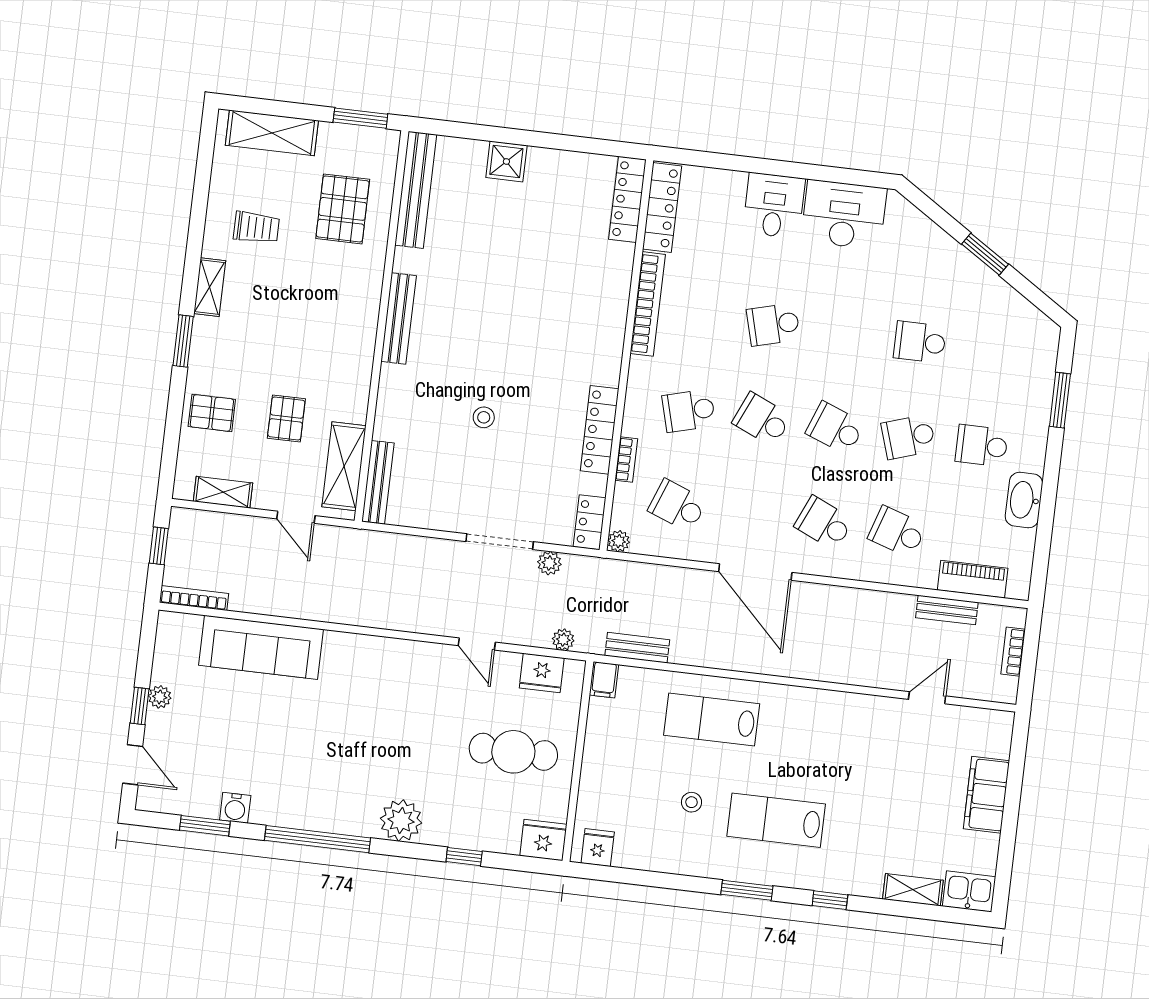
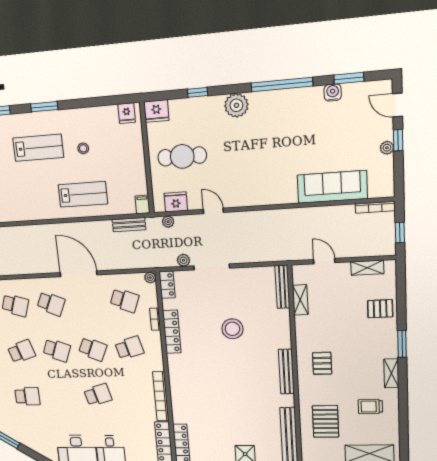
stool: (484, 417) -> (232, 329), width x1.89, depth x1.89
pallet: (286, 418) -> (322, 363), moved
shelving: (344, 466) -> (300, 300), width x0.67, depth x0.75

